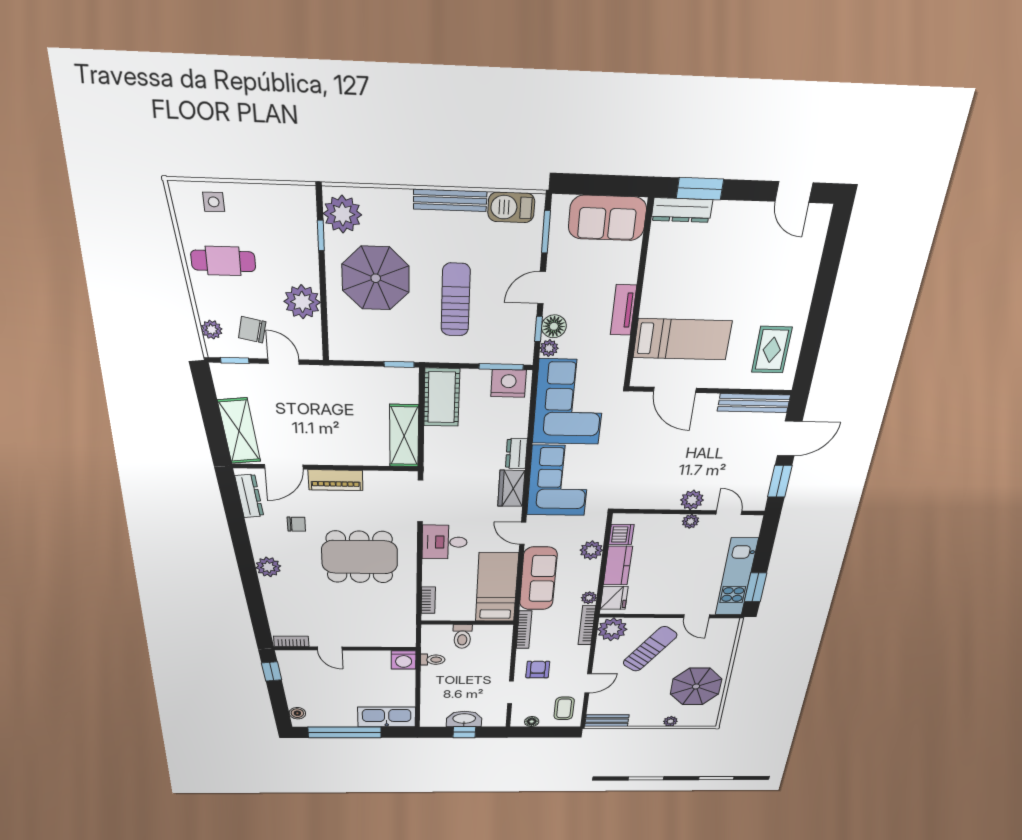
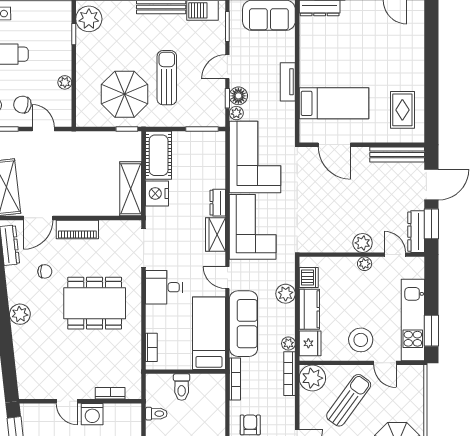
parasol: (376, 278) -> (125, 94), moved
plant: (302, 302) -> (65, 82), width x0.53, depth x0.53
nightstand: (509, 383) -> (157, 193), moved, turned -90
dresser: (760, 489) -> (416, 232), added
stool: (673, 595) -> (361, 340), added
bookcase: (291, 641) -> (110, 393), moved
washing machine: (404, 660) -> (92, 414), moved

